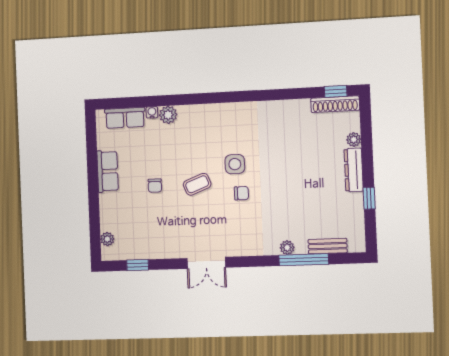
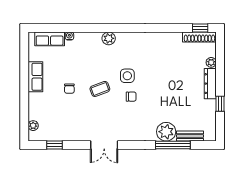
plant: (168, 115) -> (109, 38), moved
plant: (287, 248) -> (166, 132), width x1.87, depth x1.87

